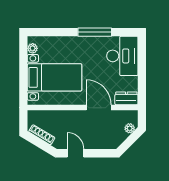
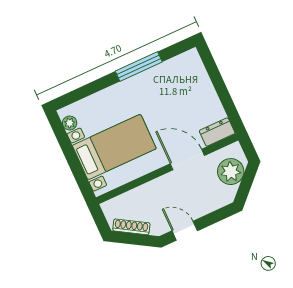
desk: (122, 56) -> (187, 81), removed
plant: (130, 128) -> (231, 172), width x1.87, depth x1.87

